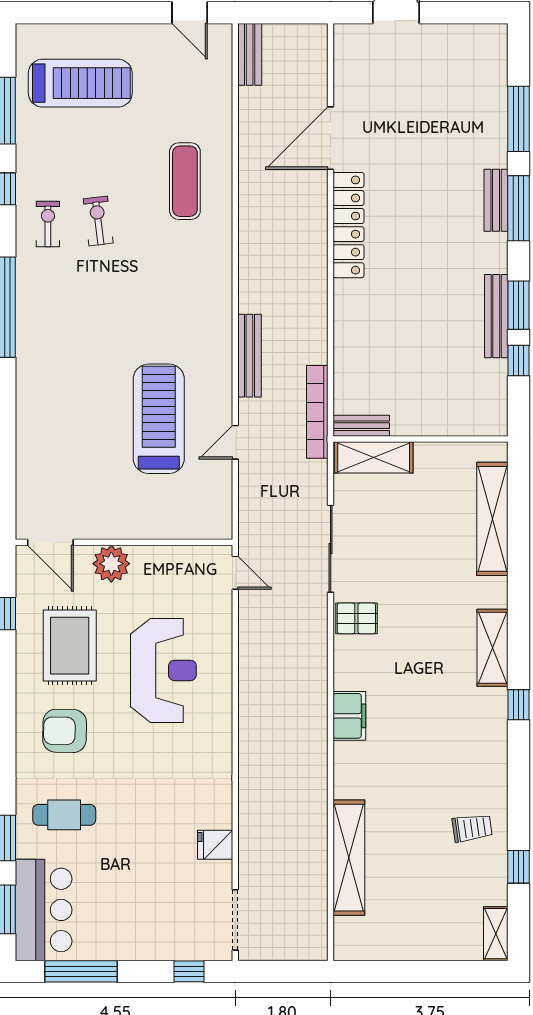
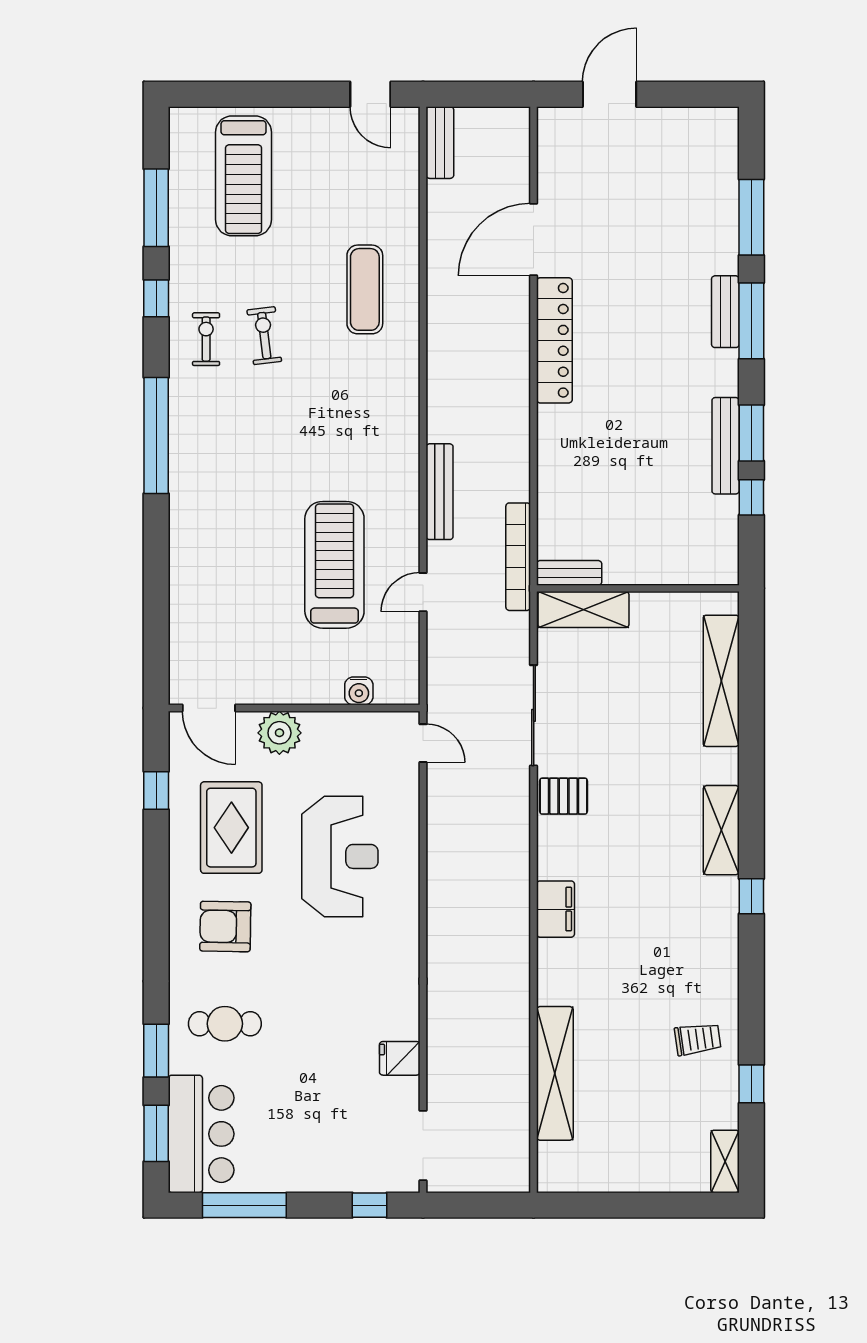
treadmill: (80, 83) -> (244, 176), turned 90
water cooler: (180, 528) -> (359, 691), added

